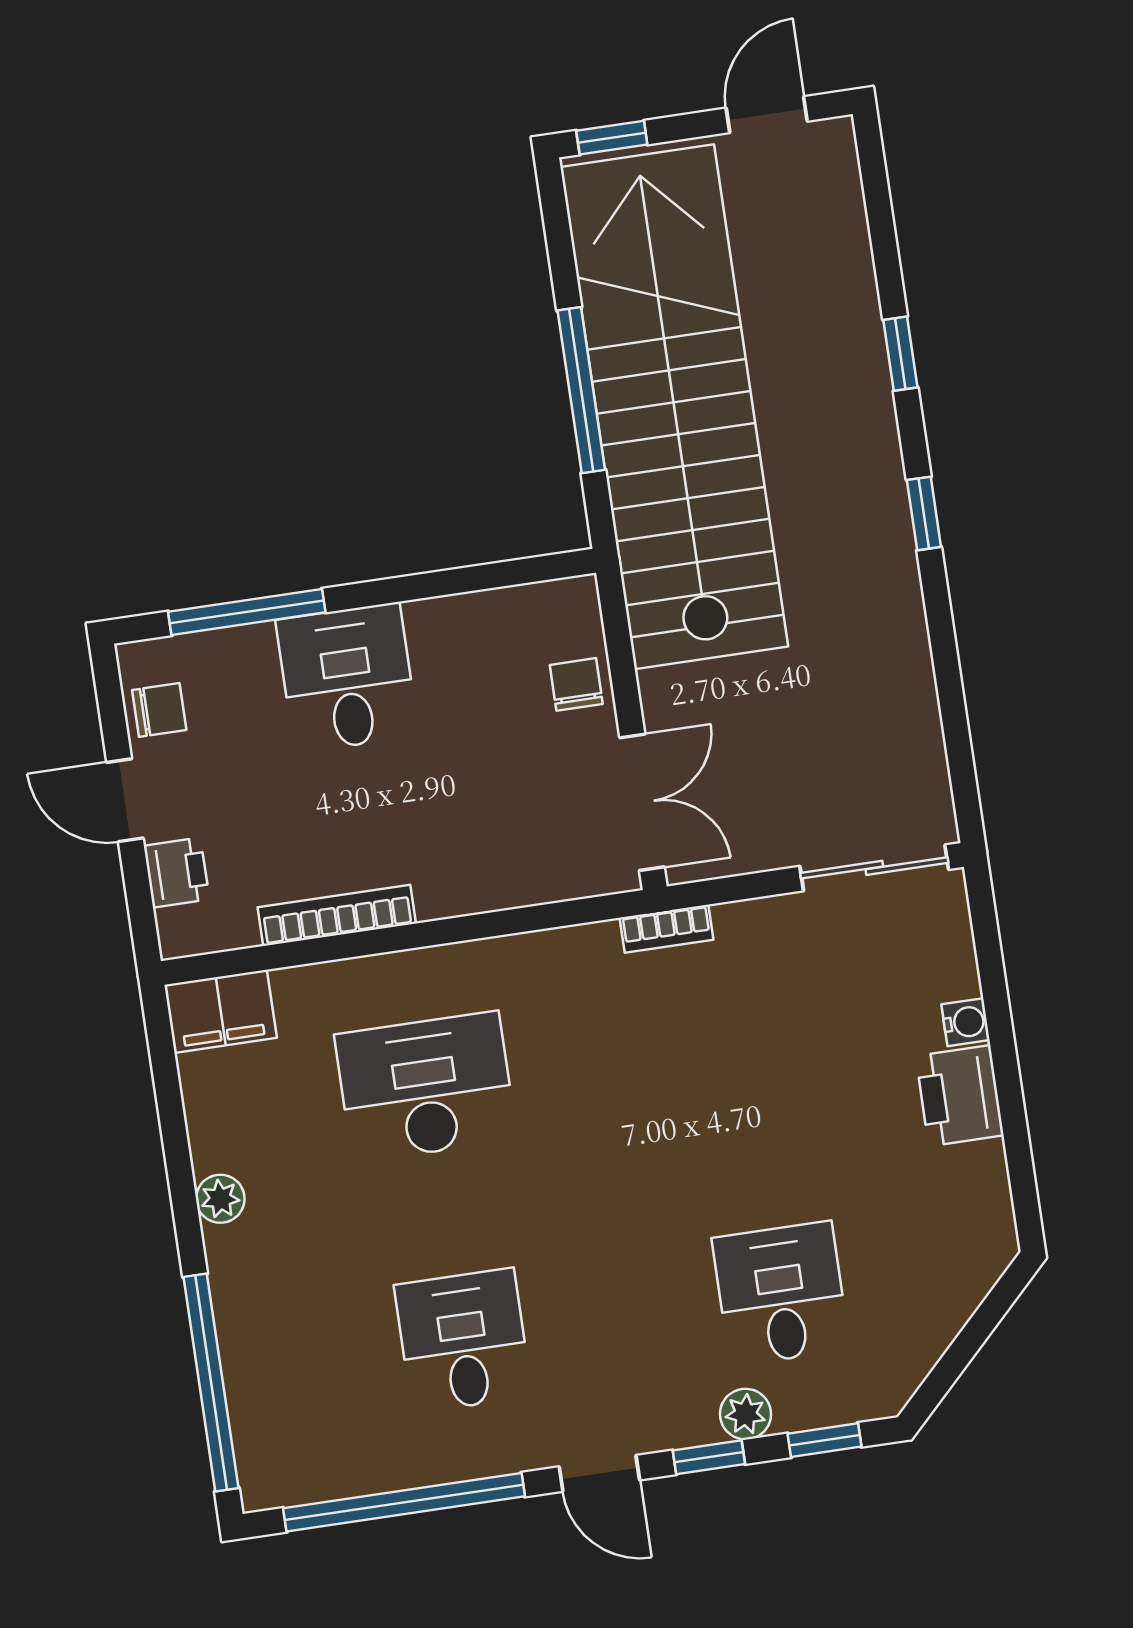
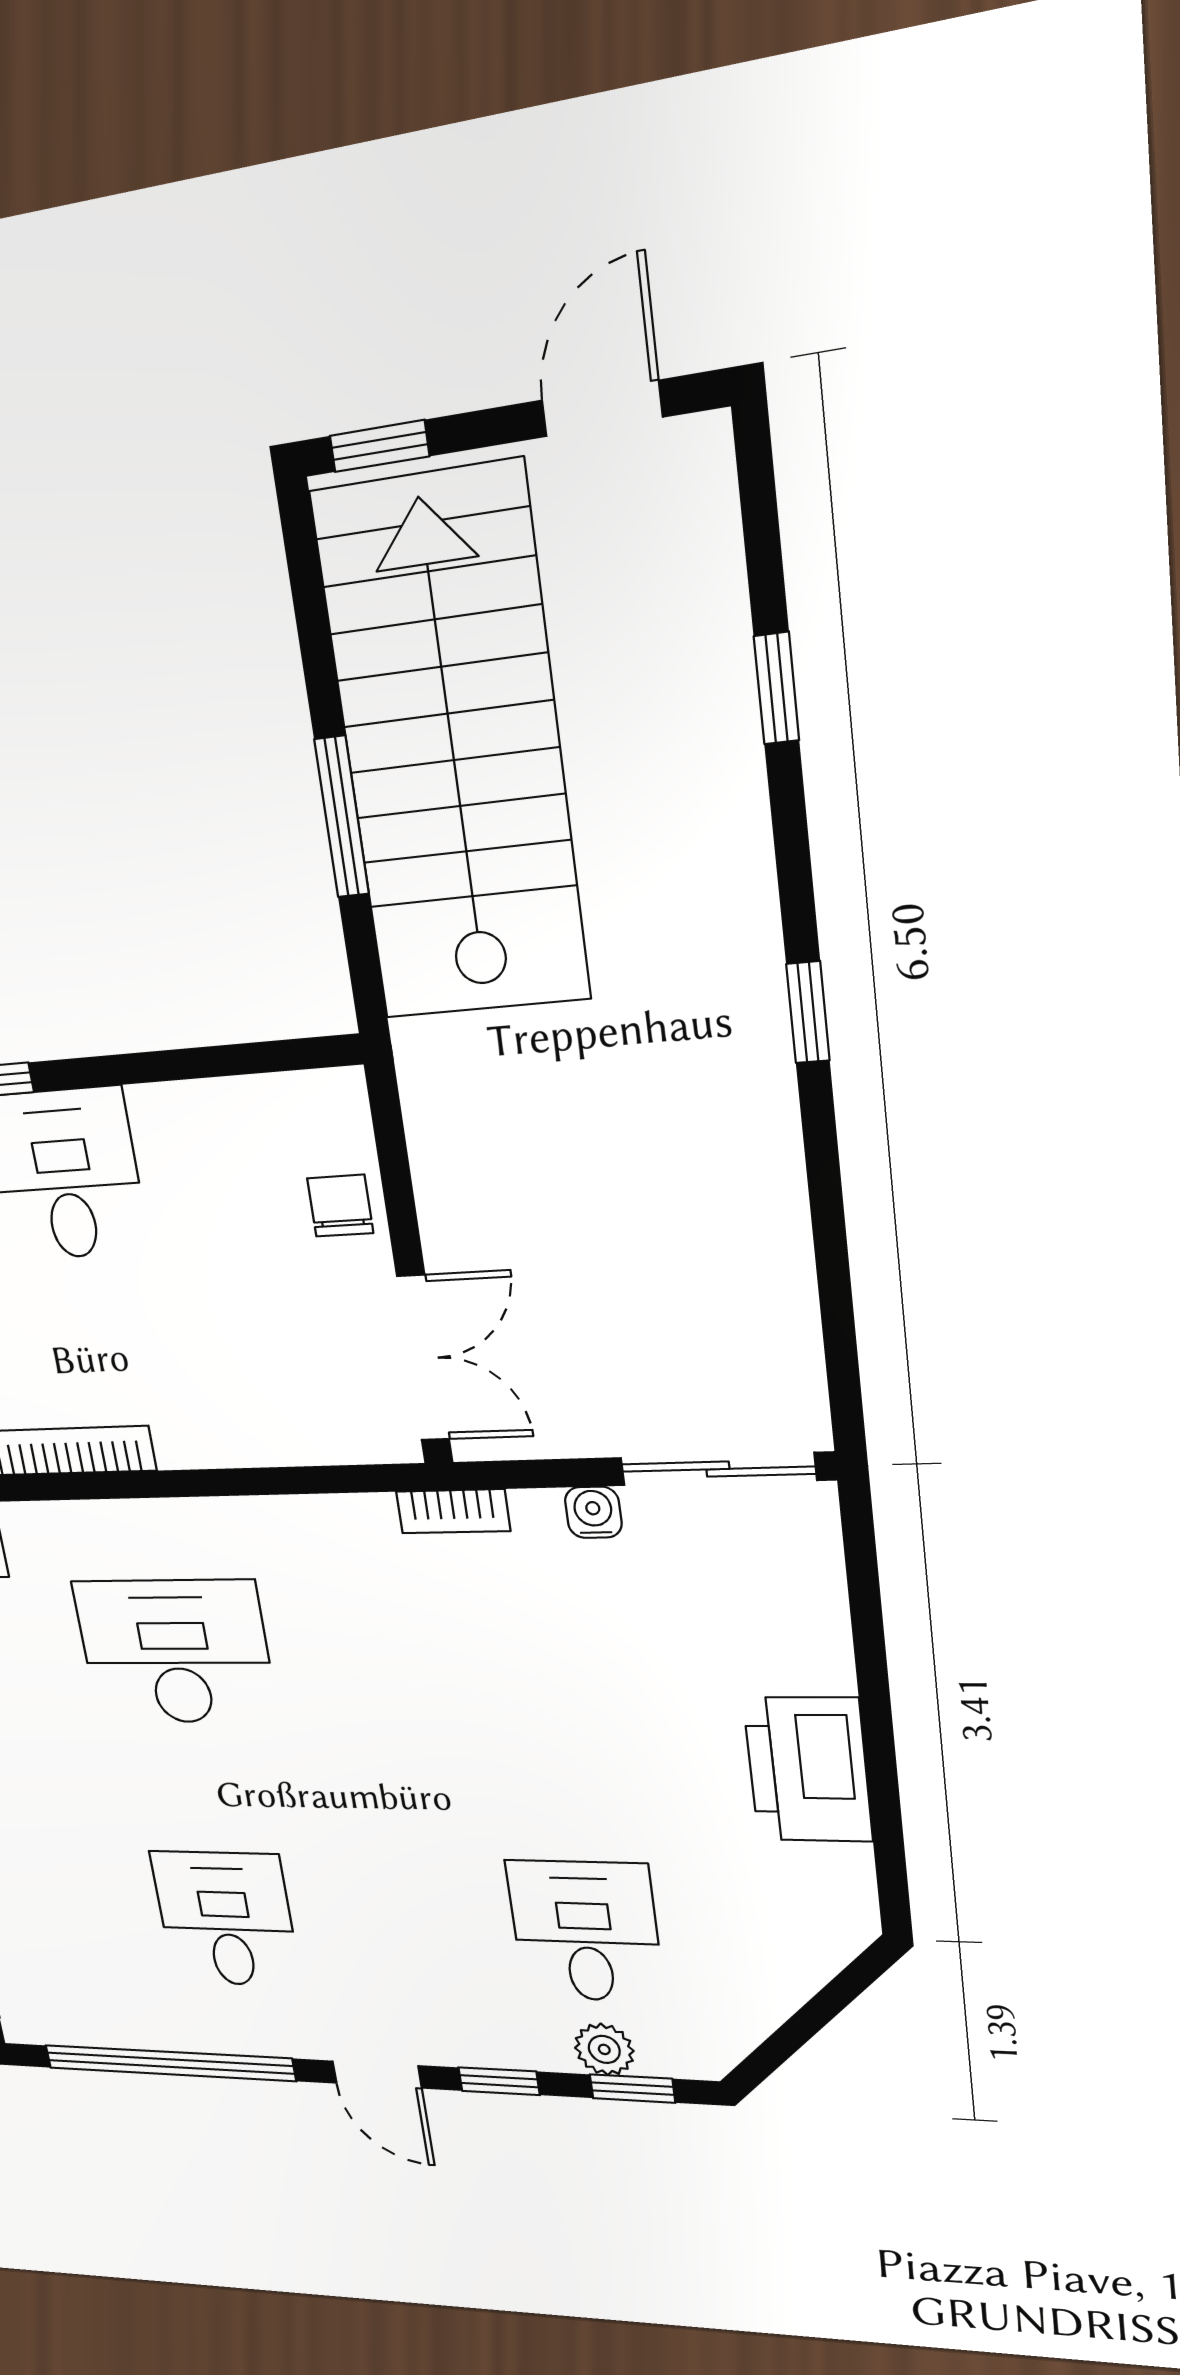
window: (900, 354) -> (777, 688), moved
window: (581, 390) -> (342, 817), width x0.69
stairs: (674, 407) -> (453, 749), width x0.73
water cooler: (966, 1022) -> (593, 1512), moved, turned -90
printer: (960, 1096) -> (808, 1770), width x1.37, depth x1.19
plant: (745, 1414) -> (604, 2049), moved

